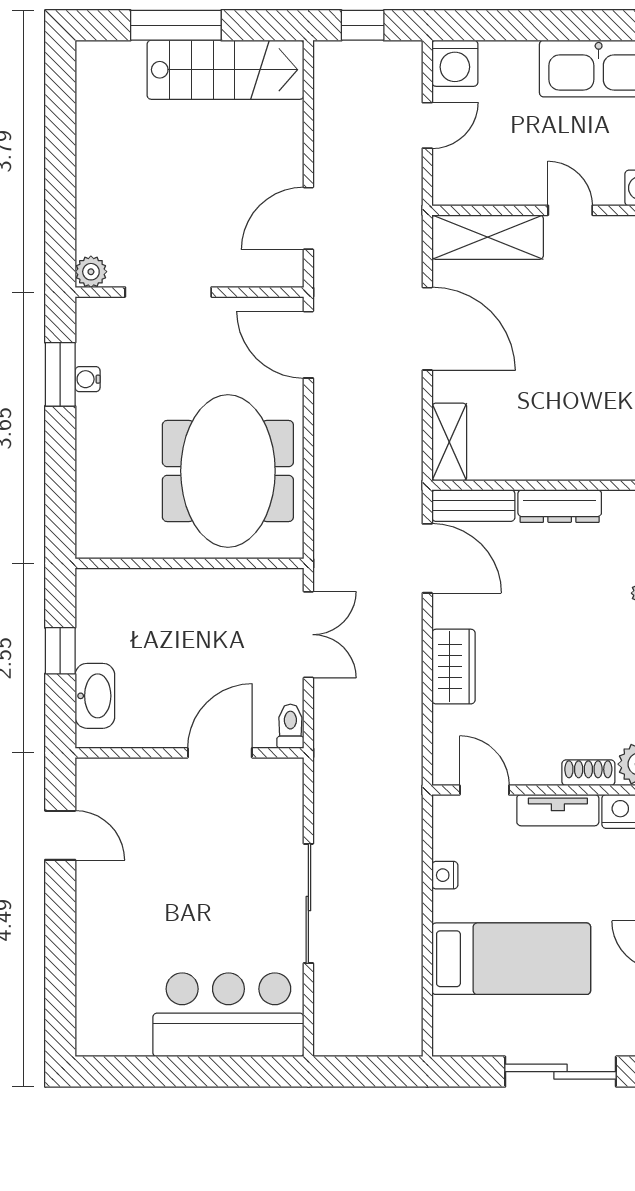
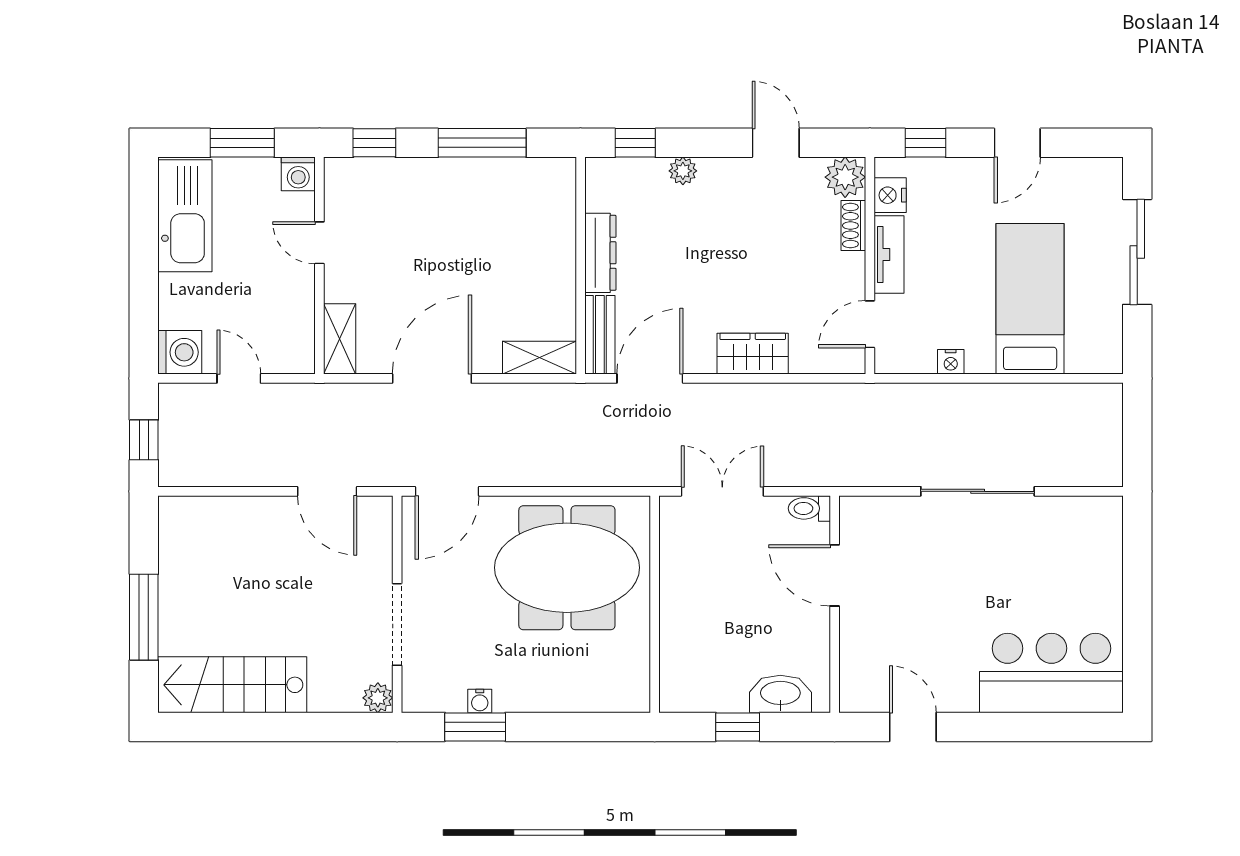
stairs: (226, 70) -> (232, 685), moved, turned -90
door: (570, 210) -> (319, 243), hinge flipped
shelving: (488, 237) -> (340, 339), width x0.67, depth x0.75
door: (60, 835) -> (913, 727), hinge flipped
bar counter: (228, 1015) -> (1051, 673), moved, turned 90

